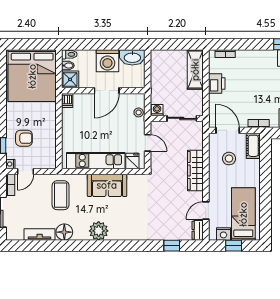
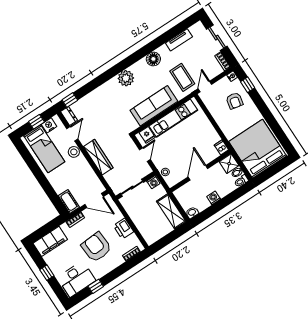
washbasin: (132, 57) -> (192, 213), width x0.52, depth x0.69
washing machine: (107, 61) -> (214, 198), width x0.53, depth x0.53
shelving: (195, 70) -> (171, 211), moved
armchair: (256, 83) -> (96, 247), added
armchair: (24, 138) -> (235, 101), turned -78
door: (148, 143) -> (145, 155), swing flipped
stool: (229, 159) -> (74, 152), moved
door: (26, 171) -> (205, 87), moved
sofa: (107, 185) -> (154, 106), width x1.36
plant: (99, 231) -> (126, 78), moved
floor lamp: (64, 232) -> (153, 59), moved
window: (172, 246) -> (70, 100), moved

